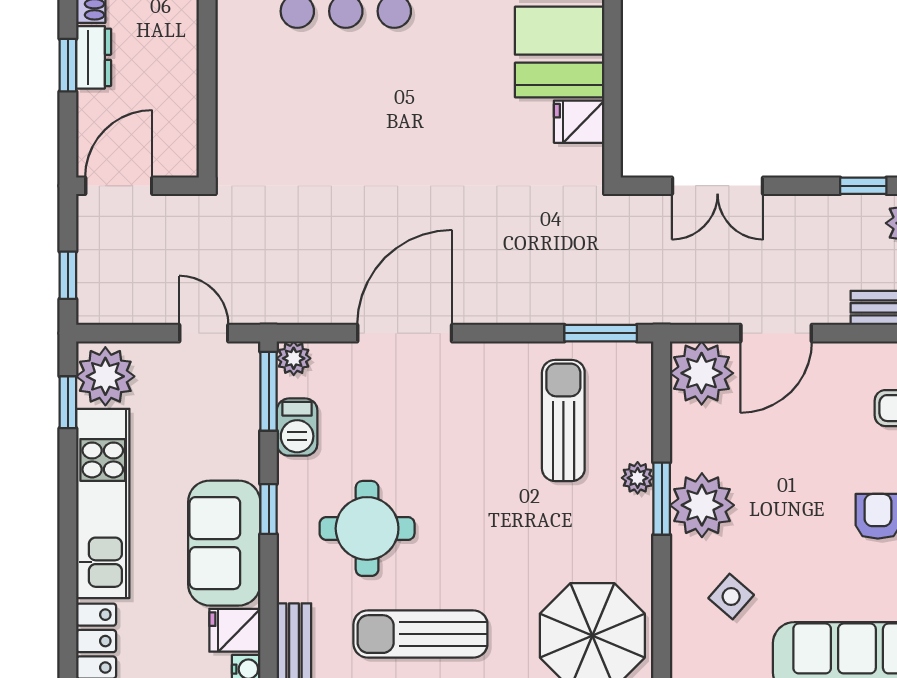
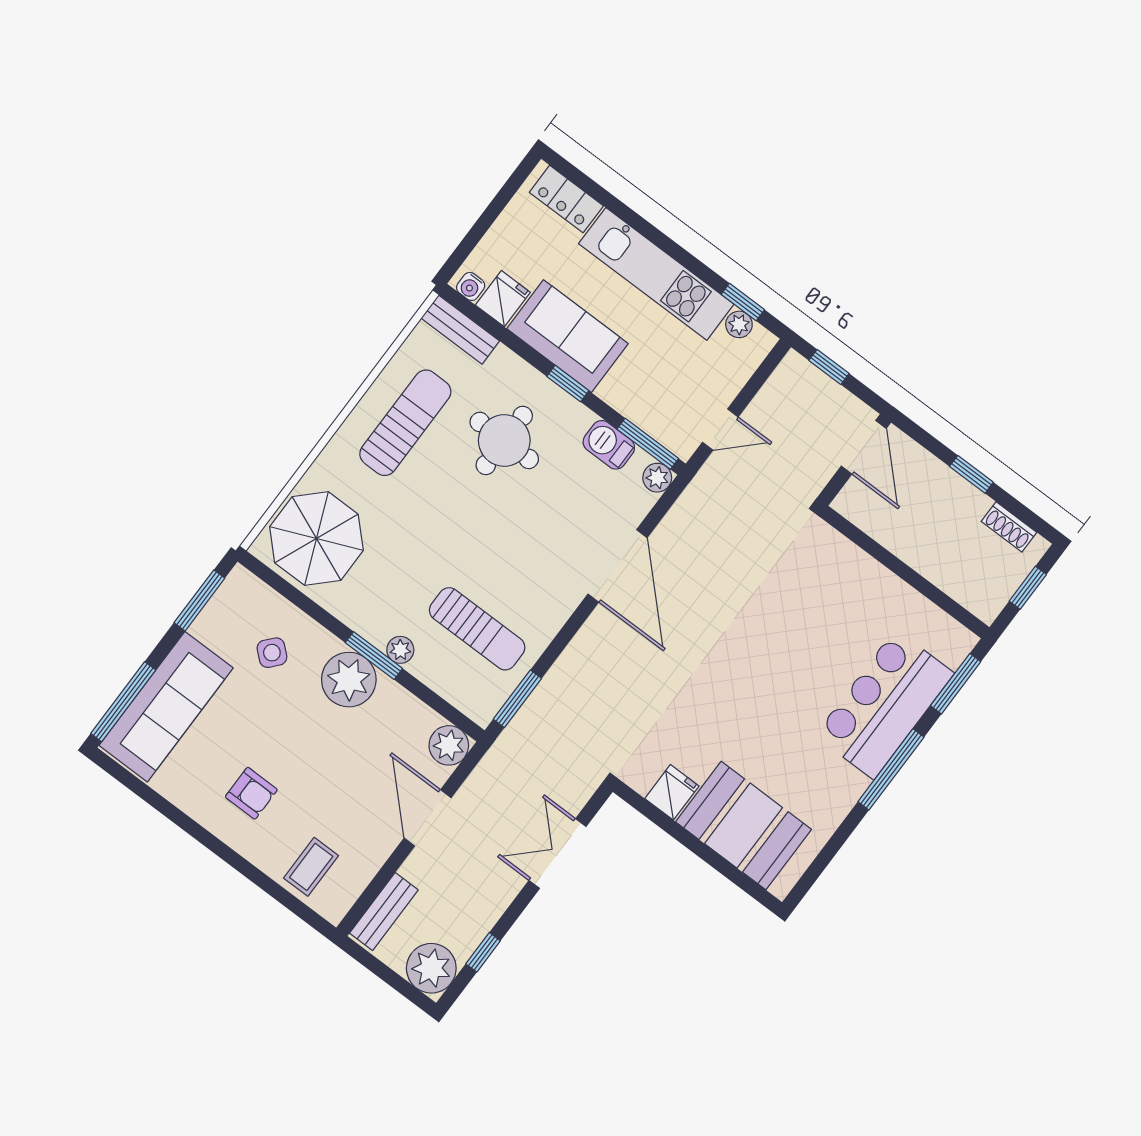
dresser: (94, 57) -> (964, 496), removed
plant: (702, 373) -> (449, 745), width x0.73, depth x0.73
plant: (105, 376) -> (739, 324), width x0.53, depth x0.53

